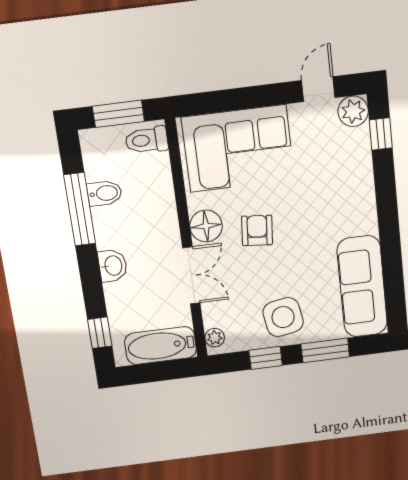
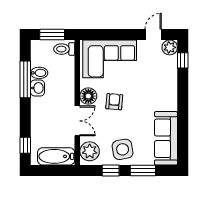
washbasin: (113, 266) -> (38, 88), moved
plant: (215, 338) -> (90, 151), width x1.88, depth x1.88

